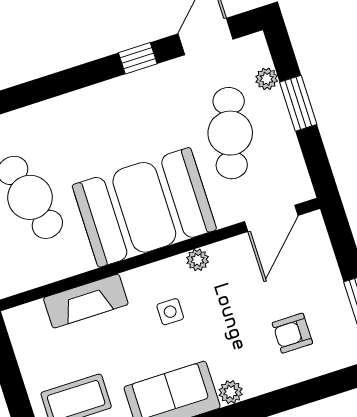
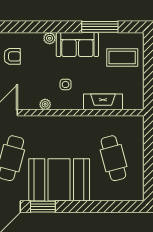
window: (138, 58) -> (43, 207), width x1.50
booth: (144, 207) -> (59, 180), moved

